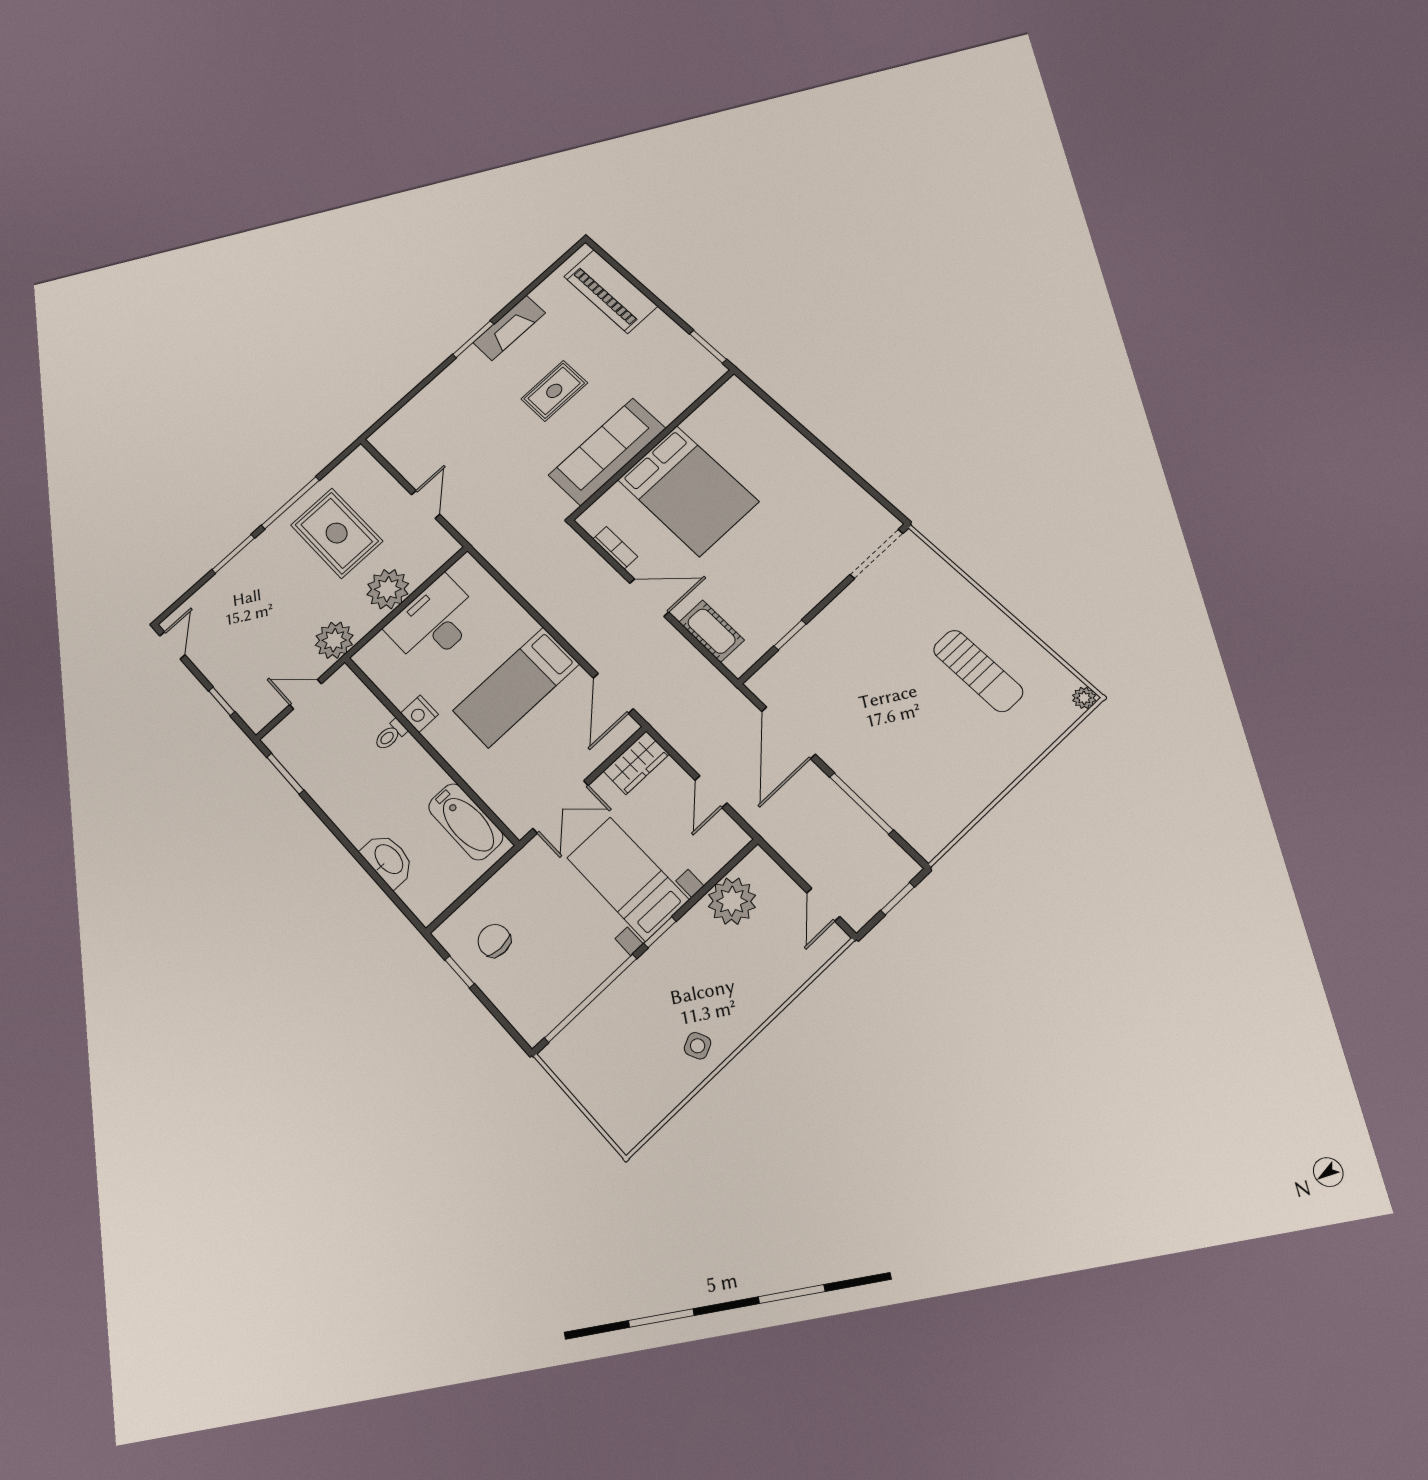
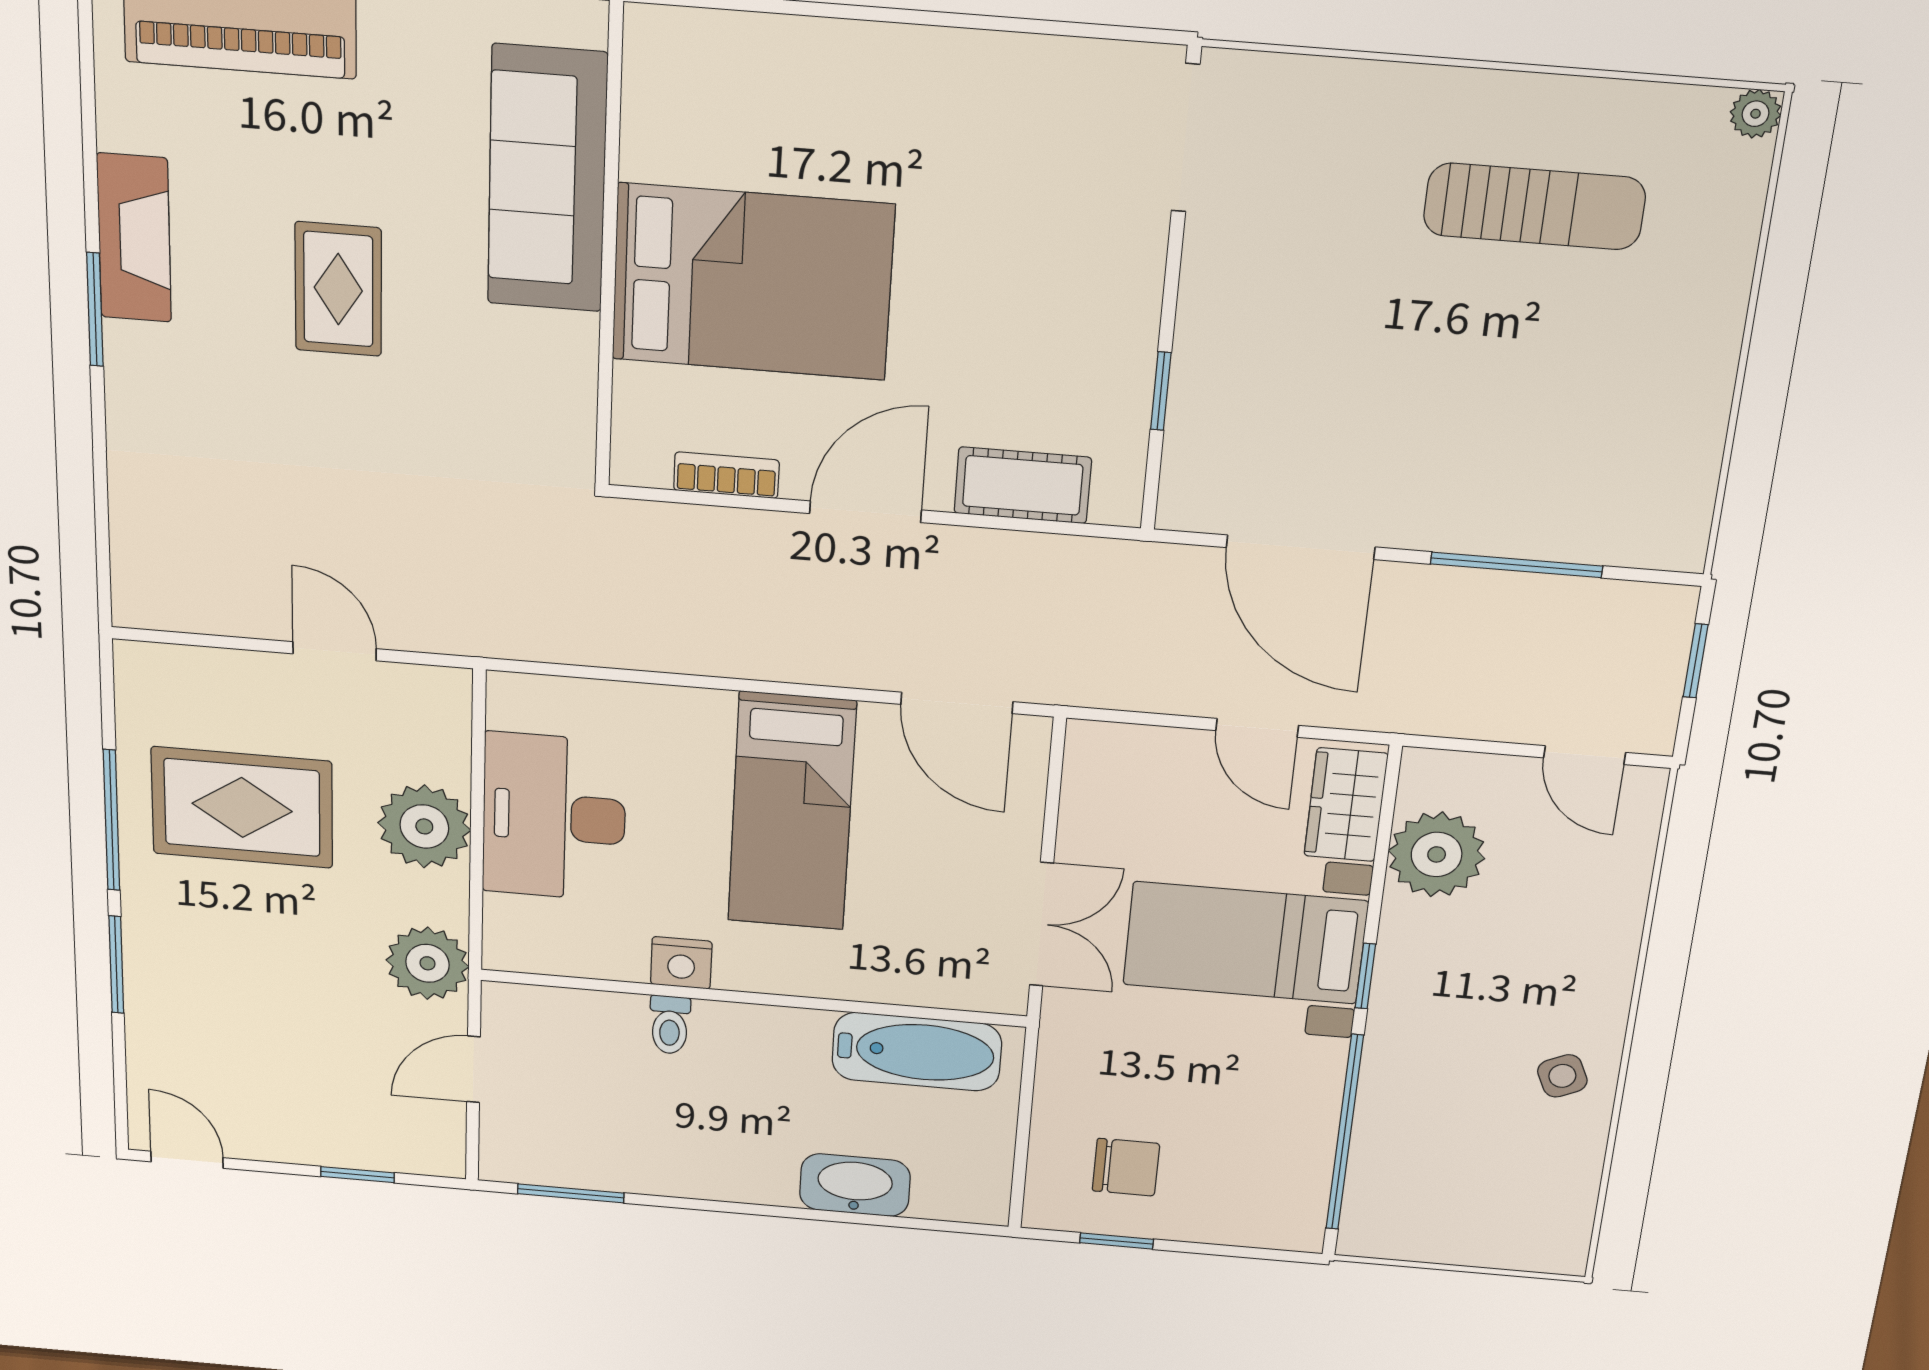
sofa: (607, 452) -> (547, 179), moved
wardrobe: (636, 763) -> (1346, 805), moved, turned 180
chair: (494, 941) -> (1126, 1167), turned 180

